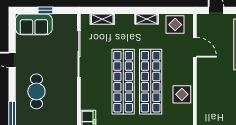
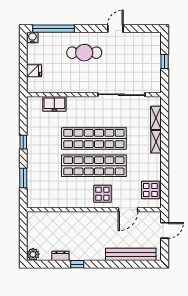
shelving: (147, 19) -> (156, 142), moved
sofa: (34, 24) -> (151, 50), removed
display table: (182, 94) -> (102, 194), moved

